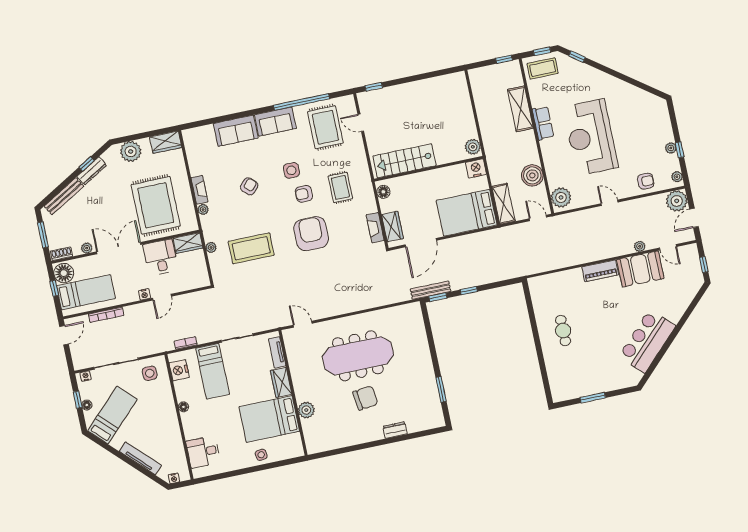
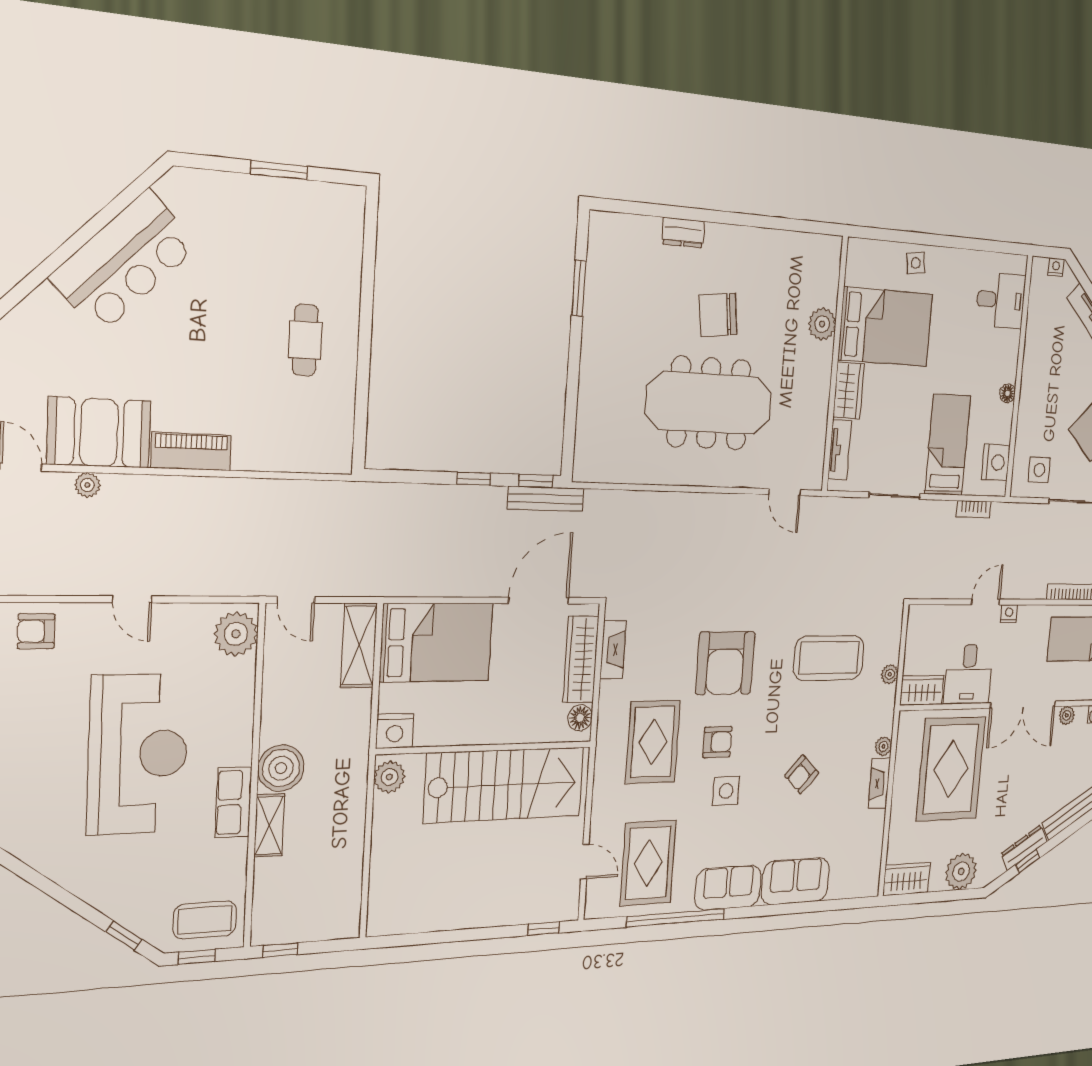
shelving: (520, 109) -> (269, 825), width x0.67, depth x0.75
stairs: (405, 161) -> (504, 785), width x1.36, depth x1.51
boiler: (532, 175) -> (281, 768), moved
rug: (340, 187) -> (653, 742), width x1.36, depth x1.43
wardrobe: (392, 227) -> (581, 659), width x1.50

